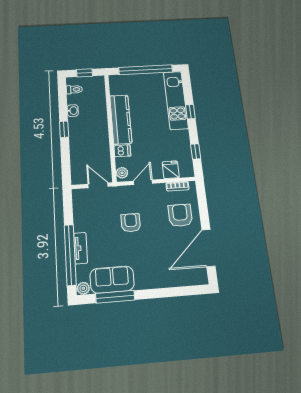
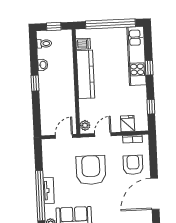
dishwasher: (122, 151) -> (83, 44), moved
door: (98, 185) -> (64, 136), hinge flipped
armchair: (131, 223) -> (91, 170), width x1.88, depth x1.88

